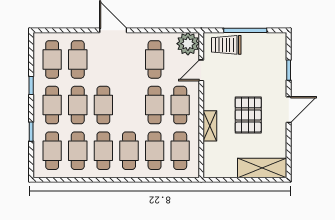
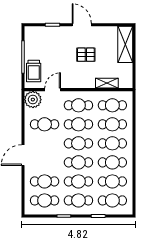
door: (201, 70) -> (53, 90), swing flipped
cafe table: (129, 105) -> (78, 143), added
pallet: (248, 115) -> (86, 55), width x0.67, depth x0.71
shelving: (210, 126) -> (107, 83), moved

